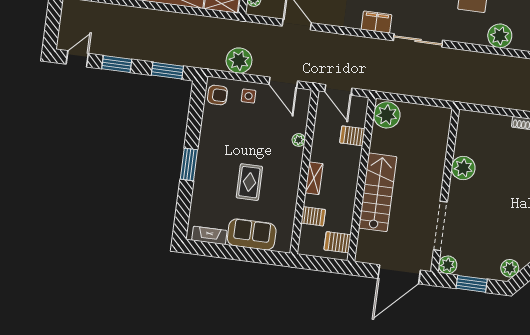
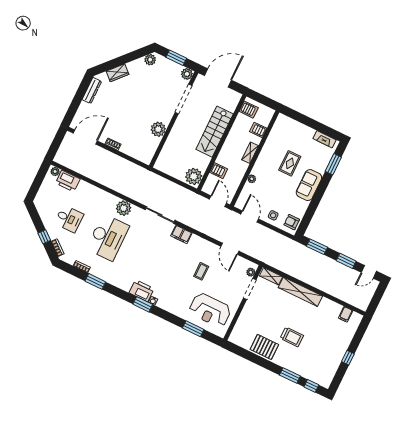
plant: (500, 36) -> (124, 208), moved
plant: (239, 61) -> (272, 239), removed
window: (189, 164) -> (333, 164), moved
sofa: (252, 234) -> (309, 185), moved, turned 90

